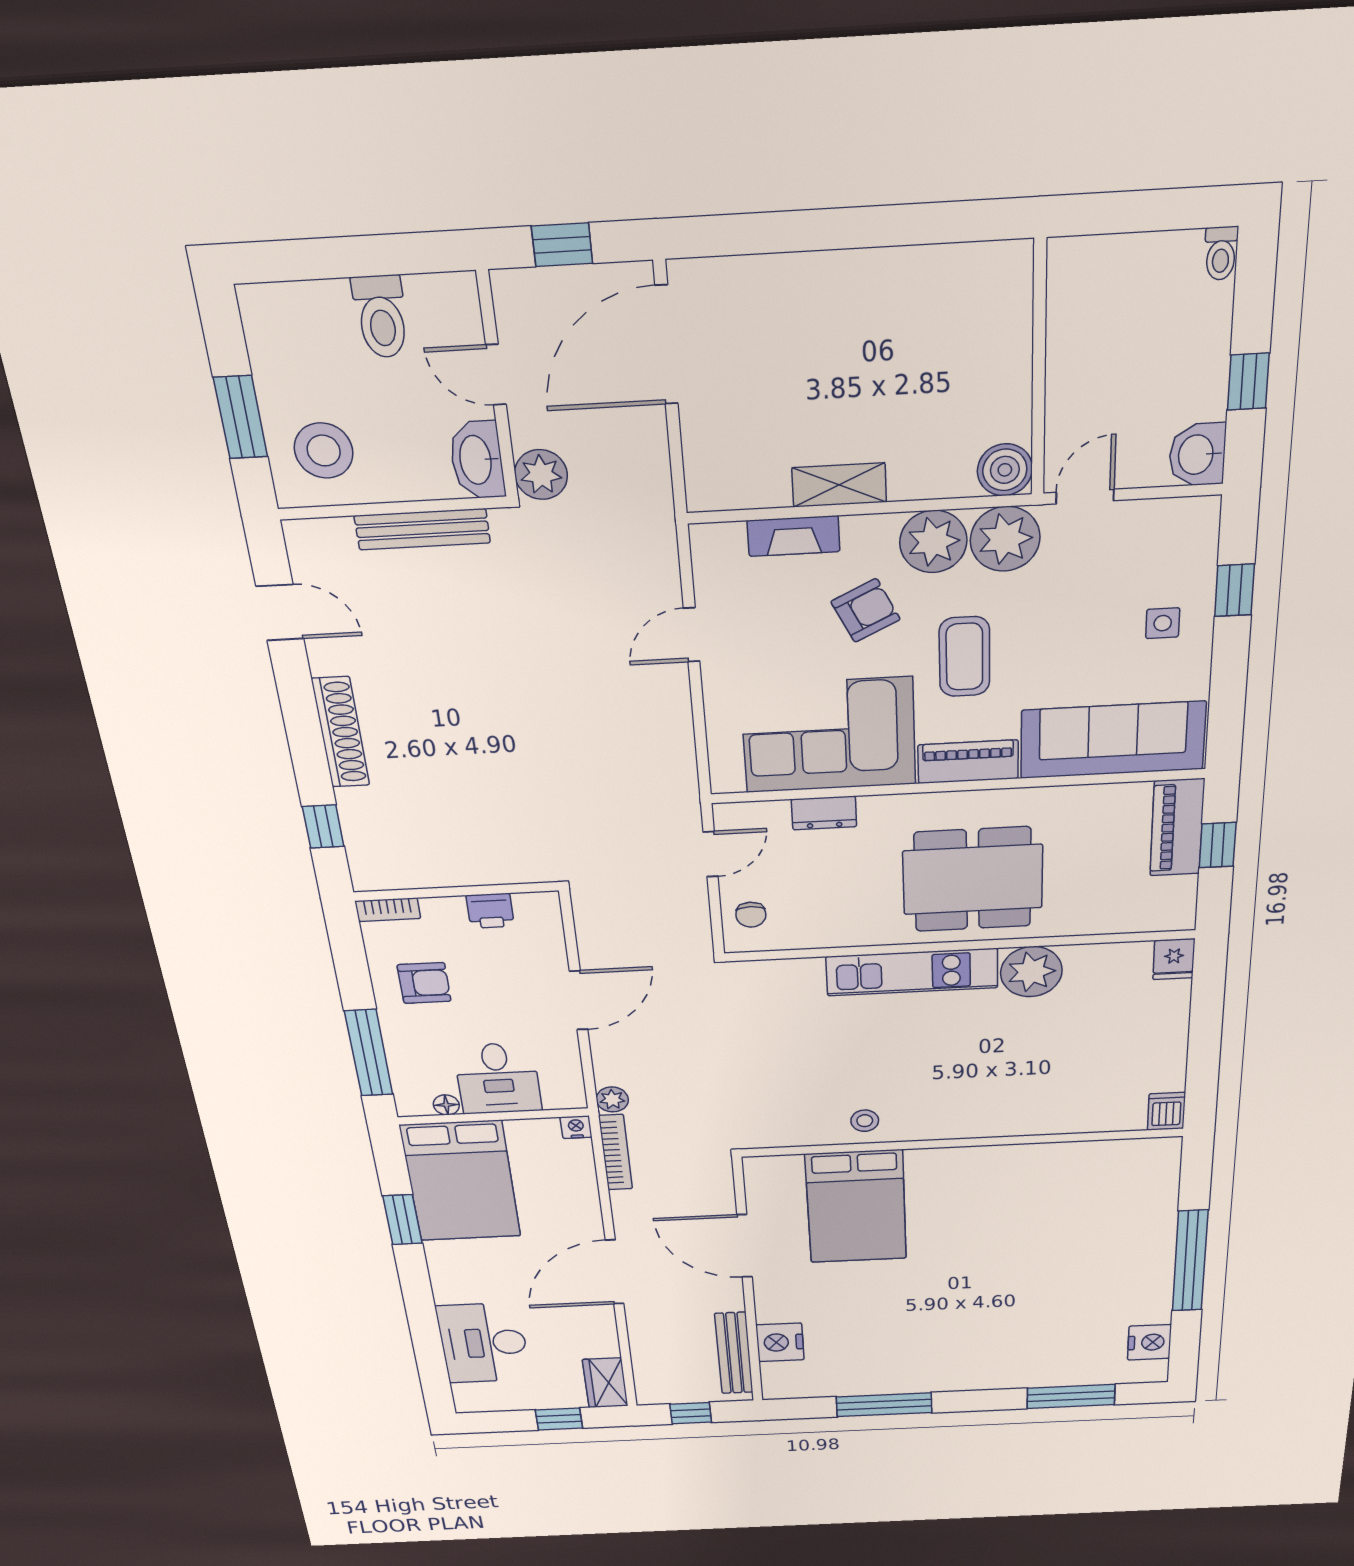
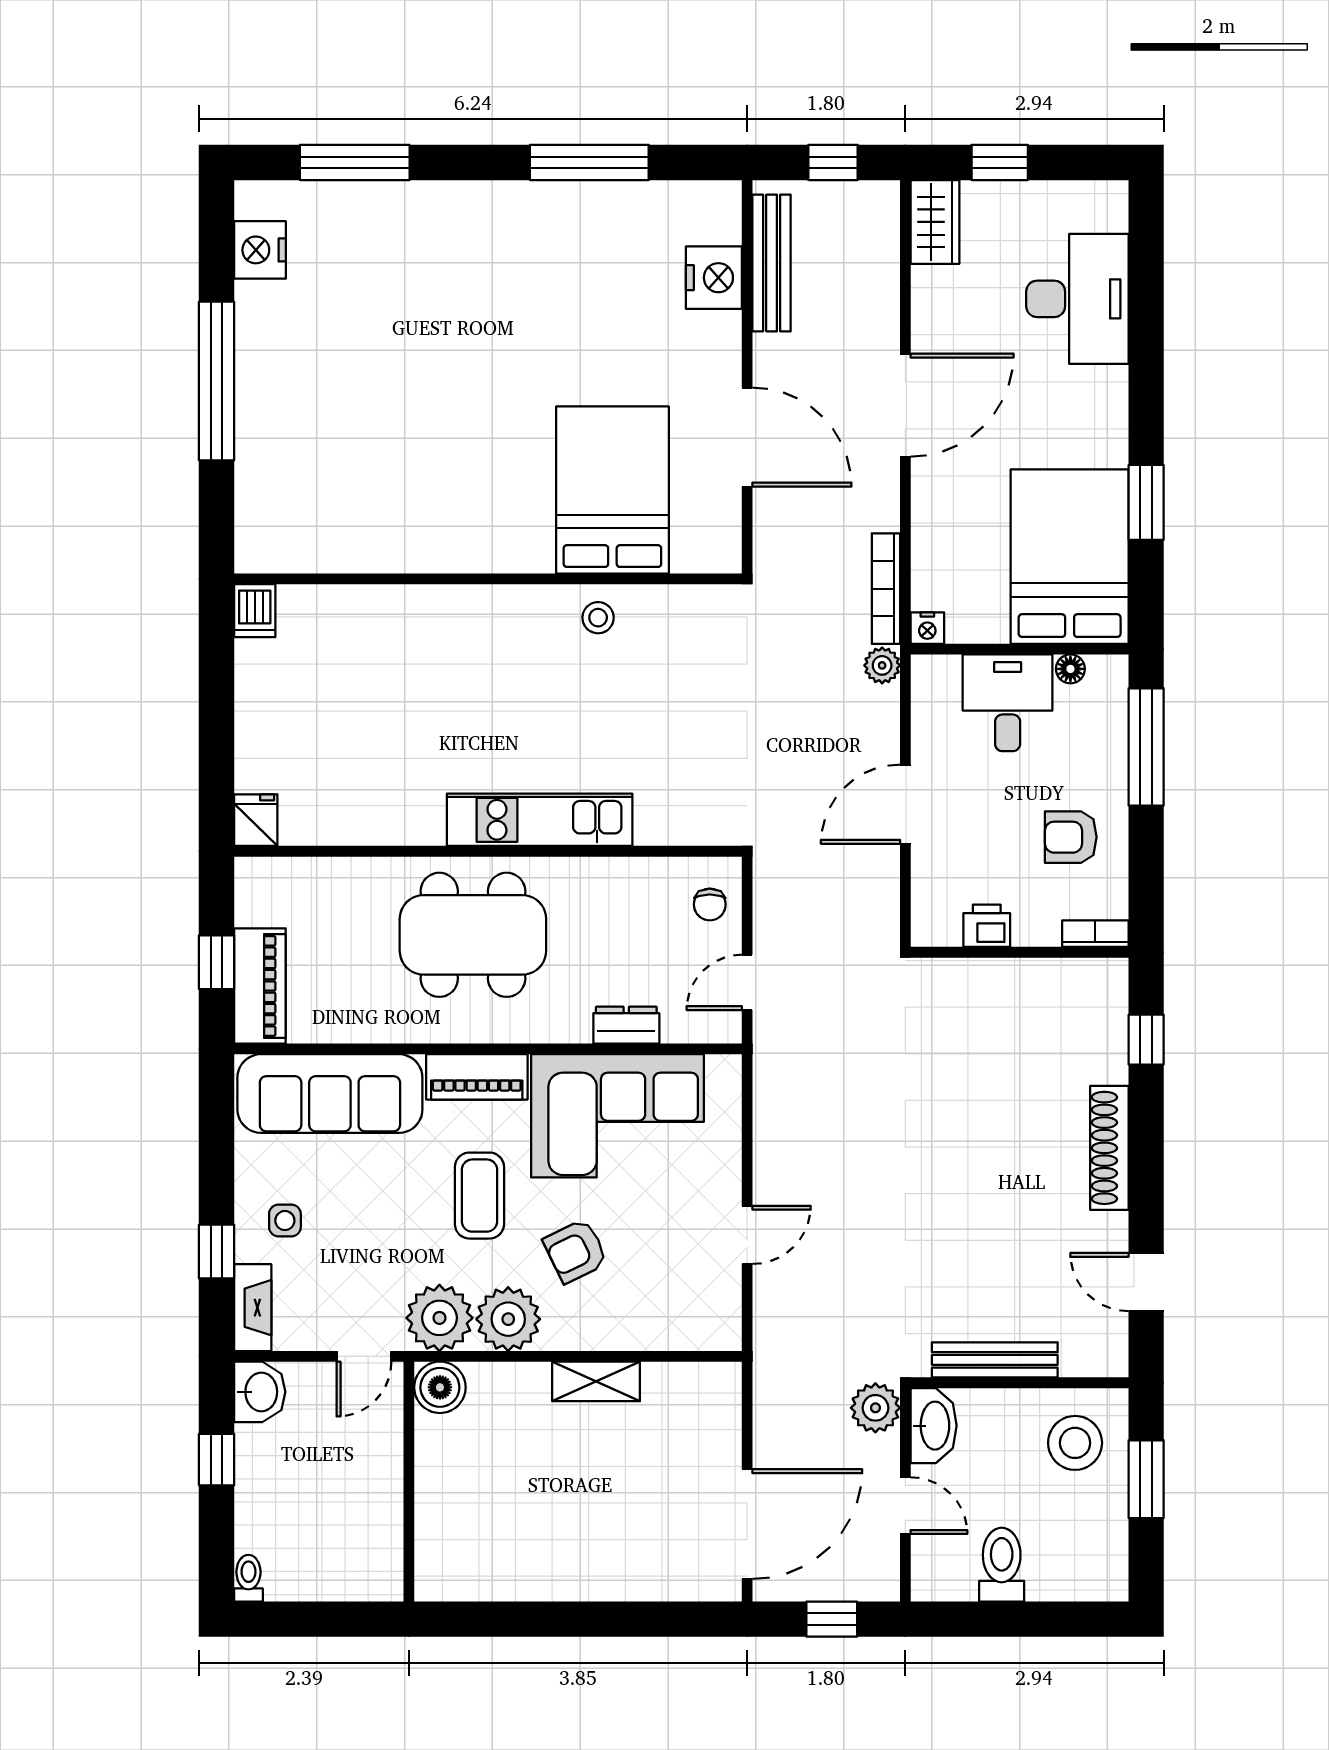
fireplace: (794, 536) -> (253, 1308), moved, turned 90
chair: (751, 915) -> (710, 904), turned 180
plant: (1031, 972) -> (410, 813), removed

